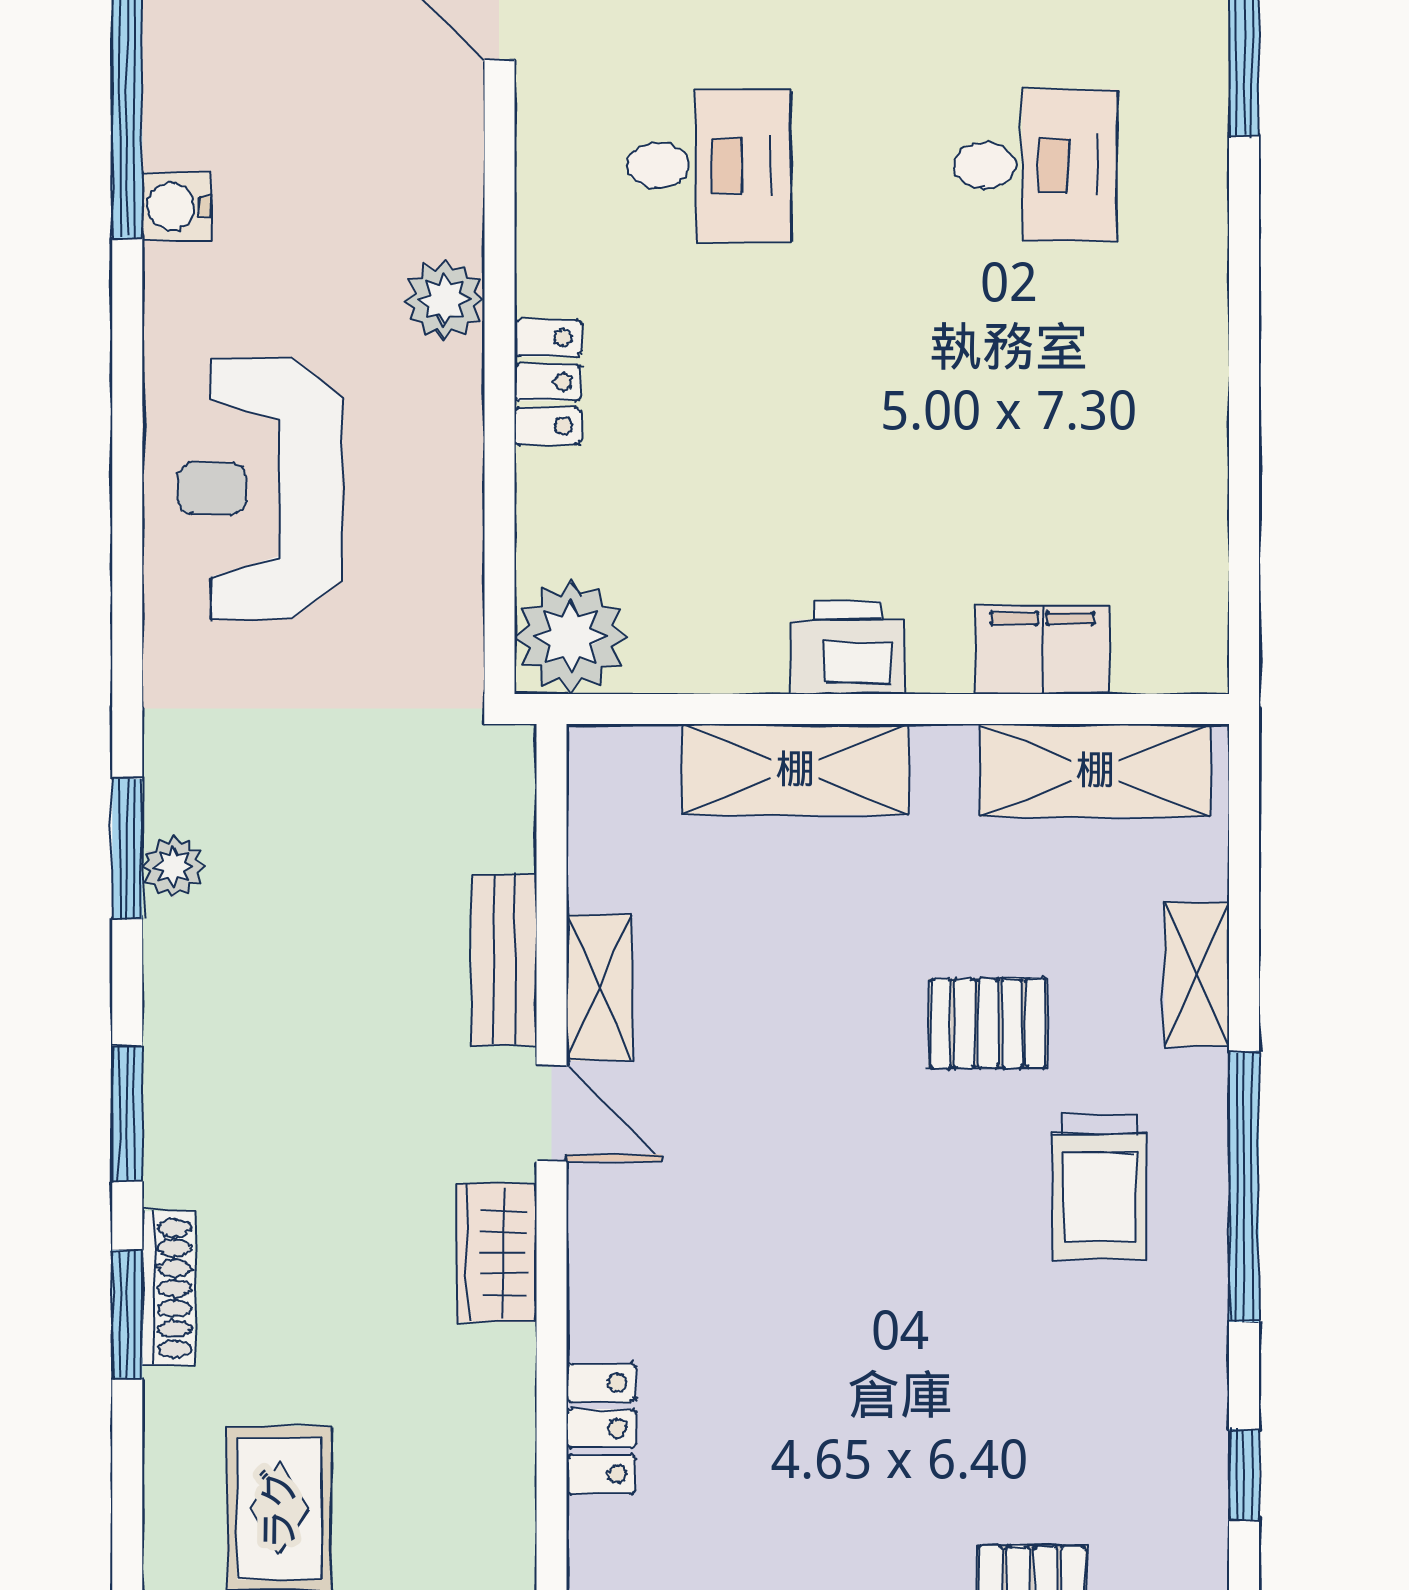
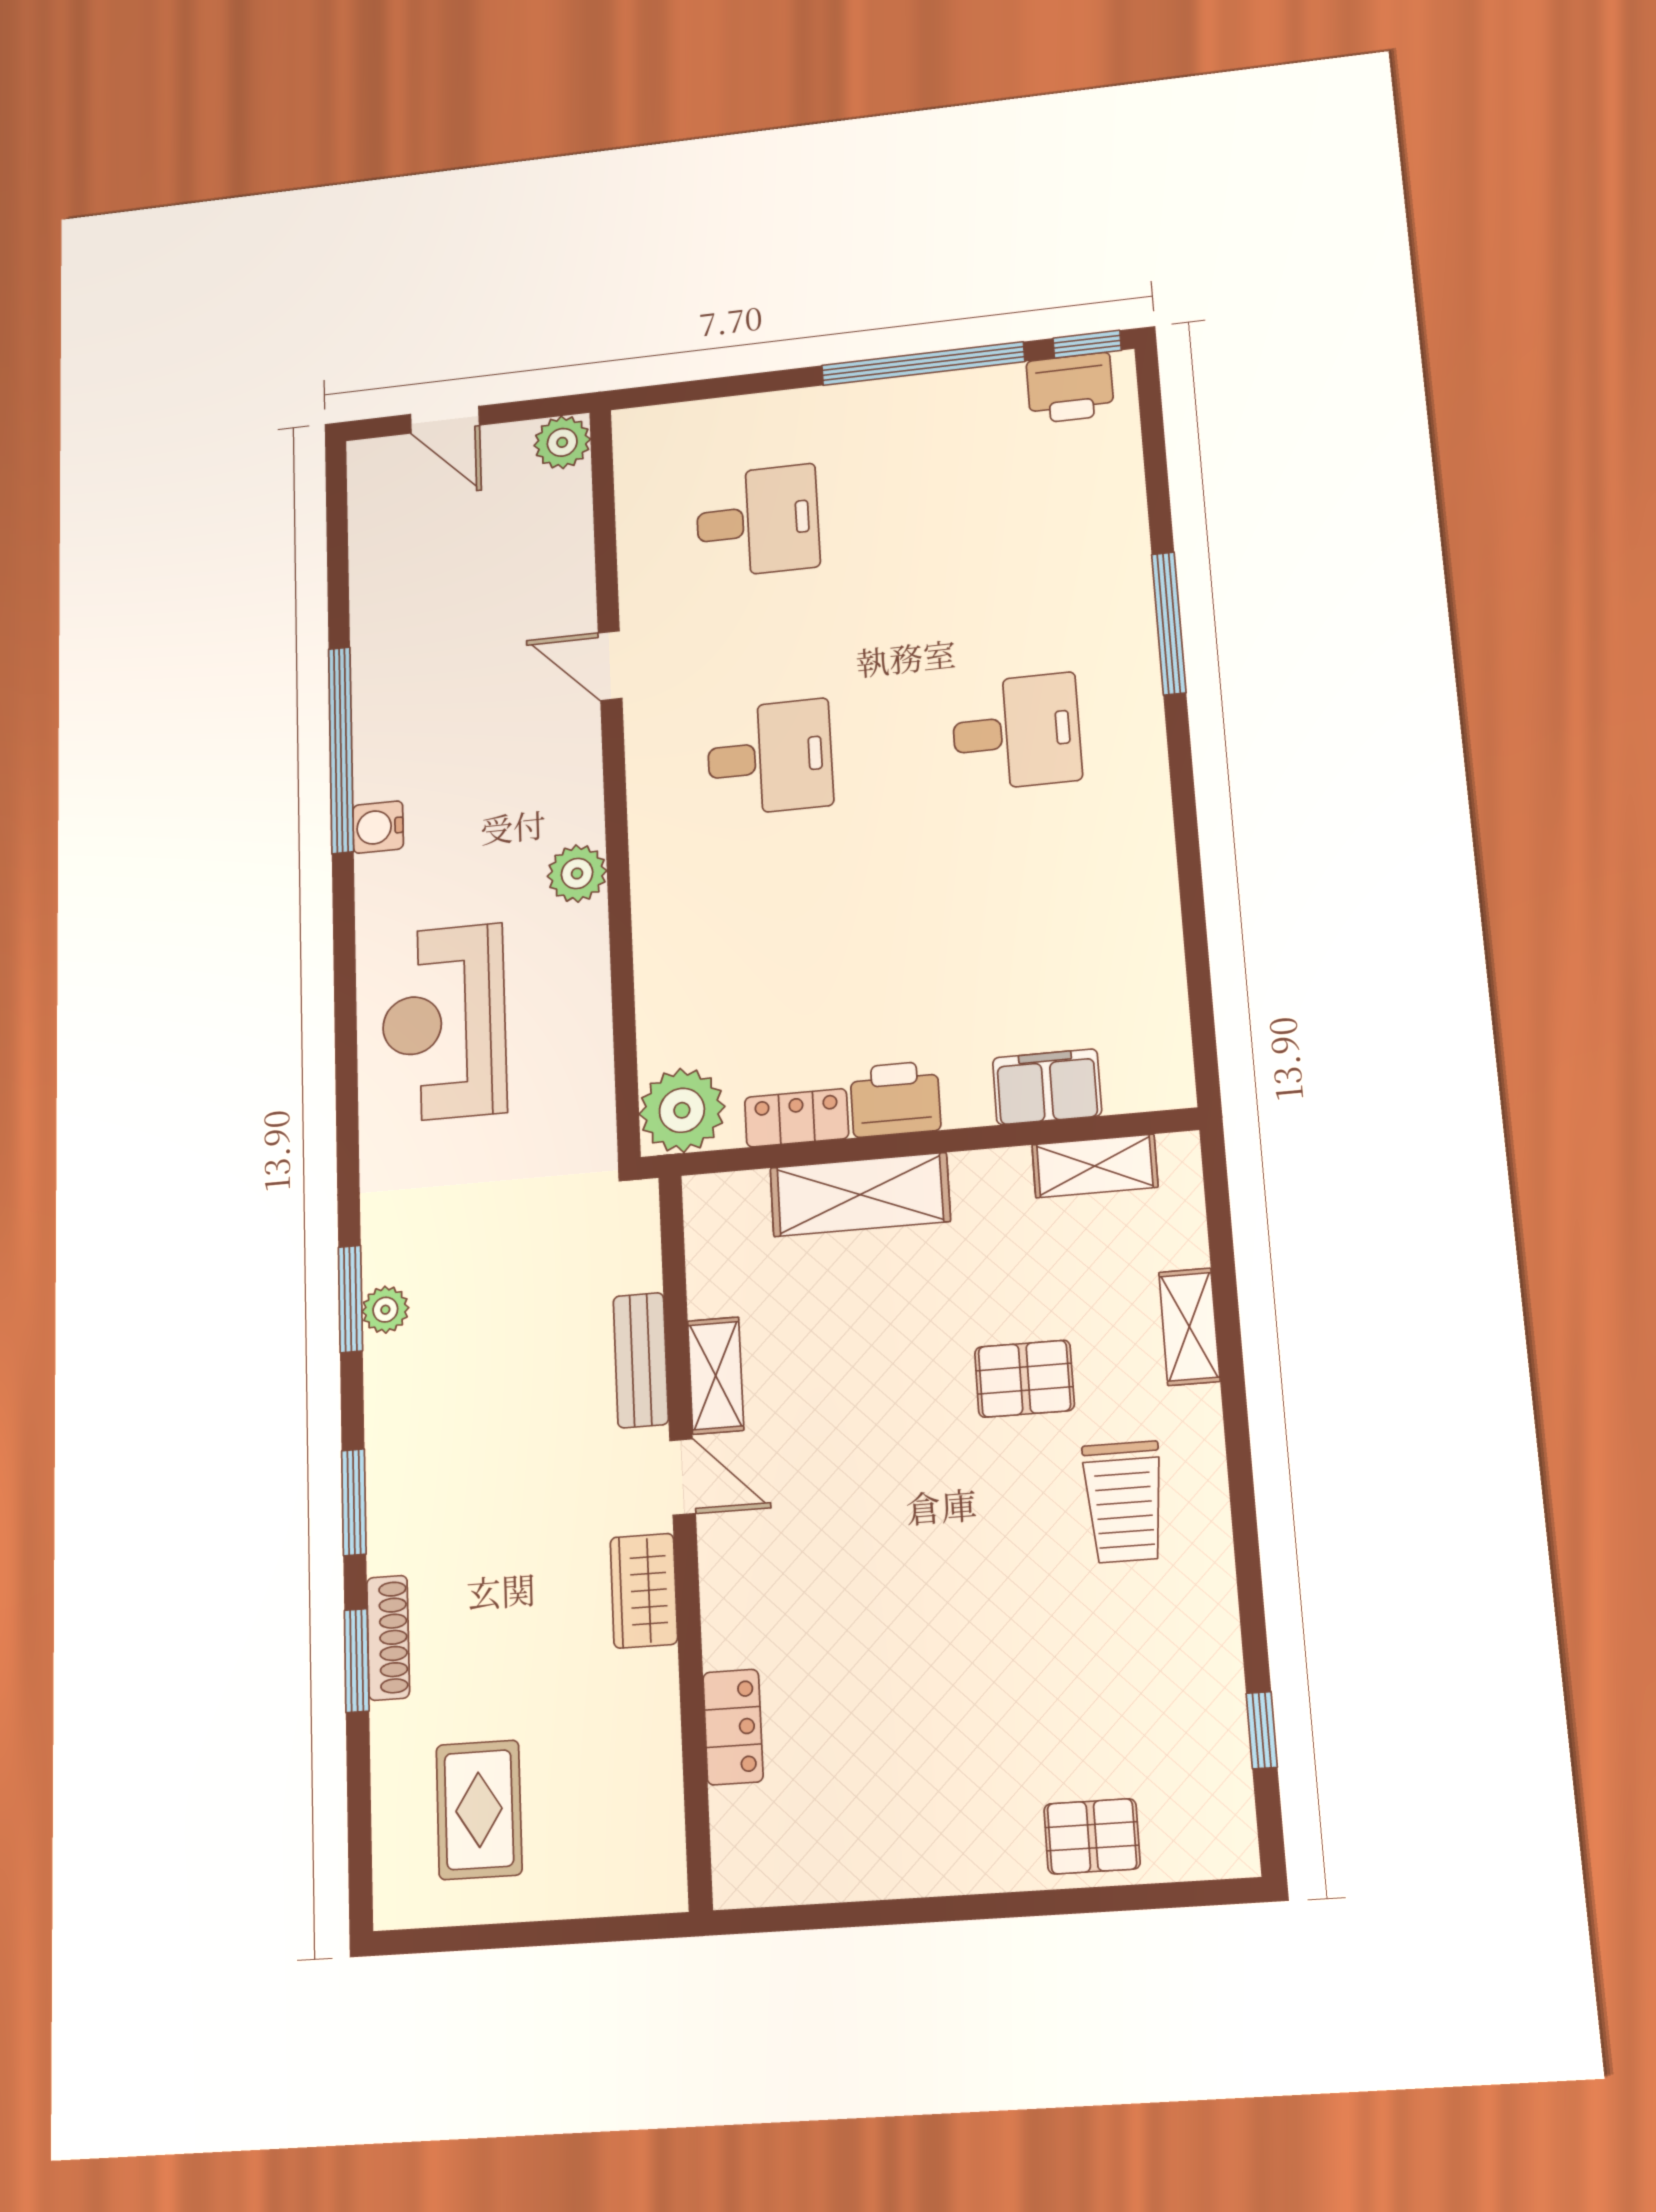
locker: (548, 382) -> (797, 1118), moved, turned -90
shelving: (1095, 770) -> (1095, 1166), width x0.67, depth x0.75
window: (1244, 1187) -> (1242, 1493), removed

